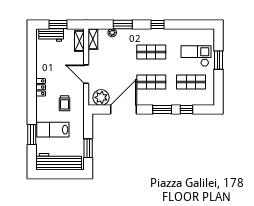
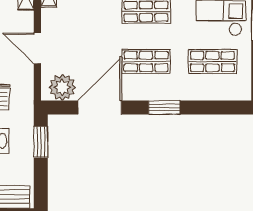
window: (186, 110) -> (205, 107), removed
window: (88, 148) -> (41, 142), moved

